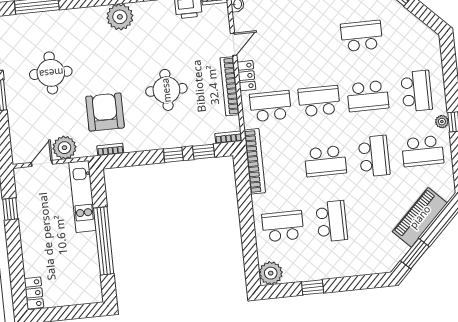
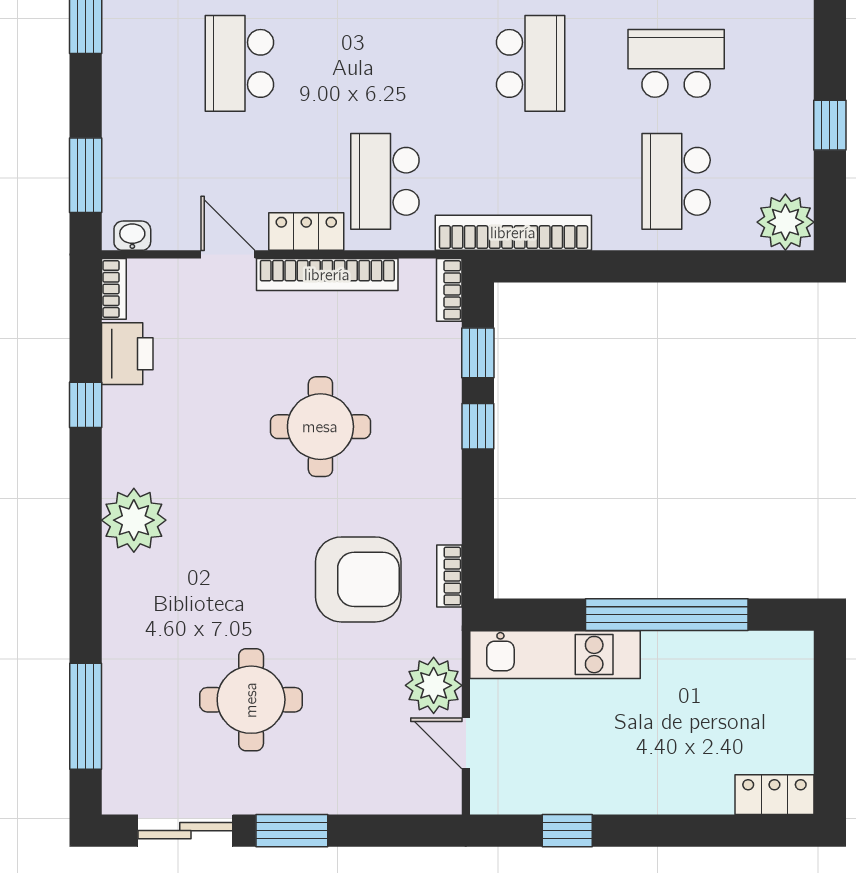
school desk: (319, 101) -> (239, 63), moved
armchair: (105, 112) -> (358, 579), turned 180

